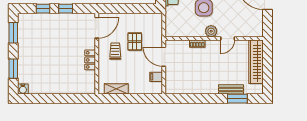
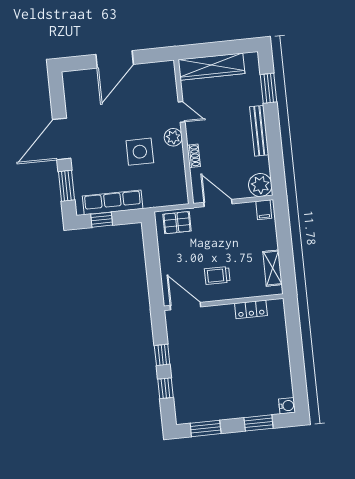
pallet: (135, 42) -> (177, 223), moved
door: (164, 57) -> (218, 203), swing flipped
locker: (90, 60) -> (251, 309), moved
filing cabinet: (156, 77) -> (264, 210), moved
plant: (173, 86) -> (260, 185), added
bench: (231, 89) -> (259, 131), moved, width x1.36

